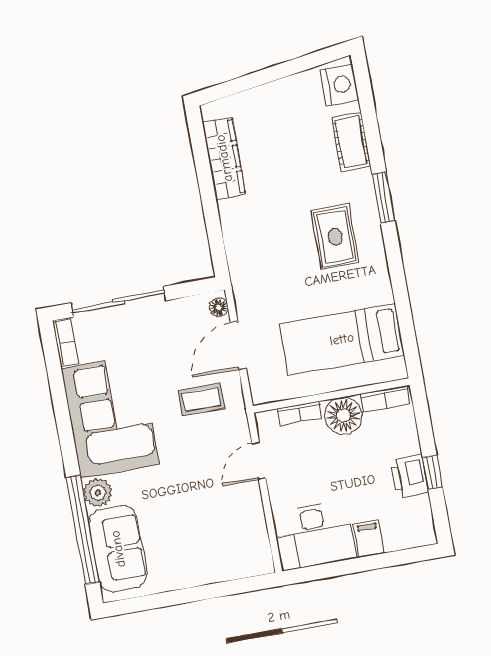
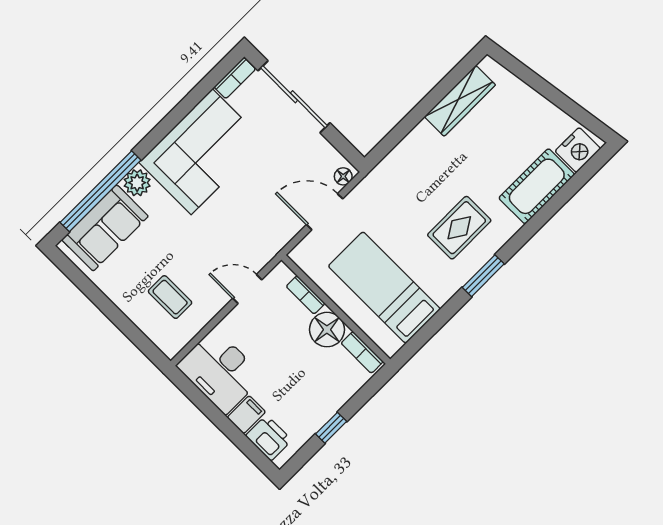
cot: (351, 142) -> (537, 186), width x1.37, depth x1.34
window: (383, 198) -> (483, 276), moved
coffee table: (201, 399) -> (170, 297), moved
printer: (410, 476) -> (269, 438), moved, turned 90

